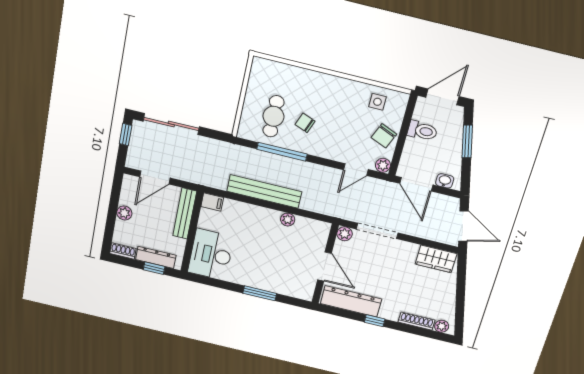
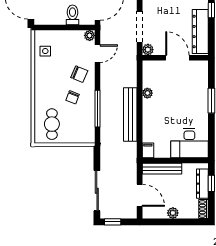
cafe table: (273, 116) -> (52, 124), moved, turned 90
toilet: (422, 131) -> (73, 15), moved
chair: (384, 136) -> (79, 74), moved
door: (356, 170) -> (97, 54), hinge flipped
door: (324, 267) -> (177, 58), hinge flipped

